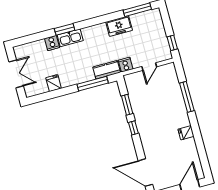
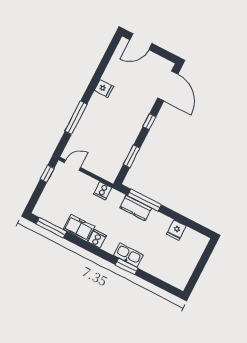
cooker: (52, 43) -> (97, 239), moved
door: (149, 67) -> (72, 165), moved
kitchen counter: (107, 70) -> (136, 208), moved
double door: (16, 74) -> (201, 266), removed
window: (133, 128) -> (149, 122), moved

